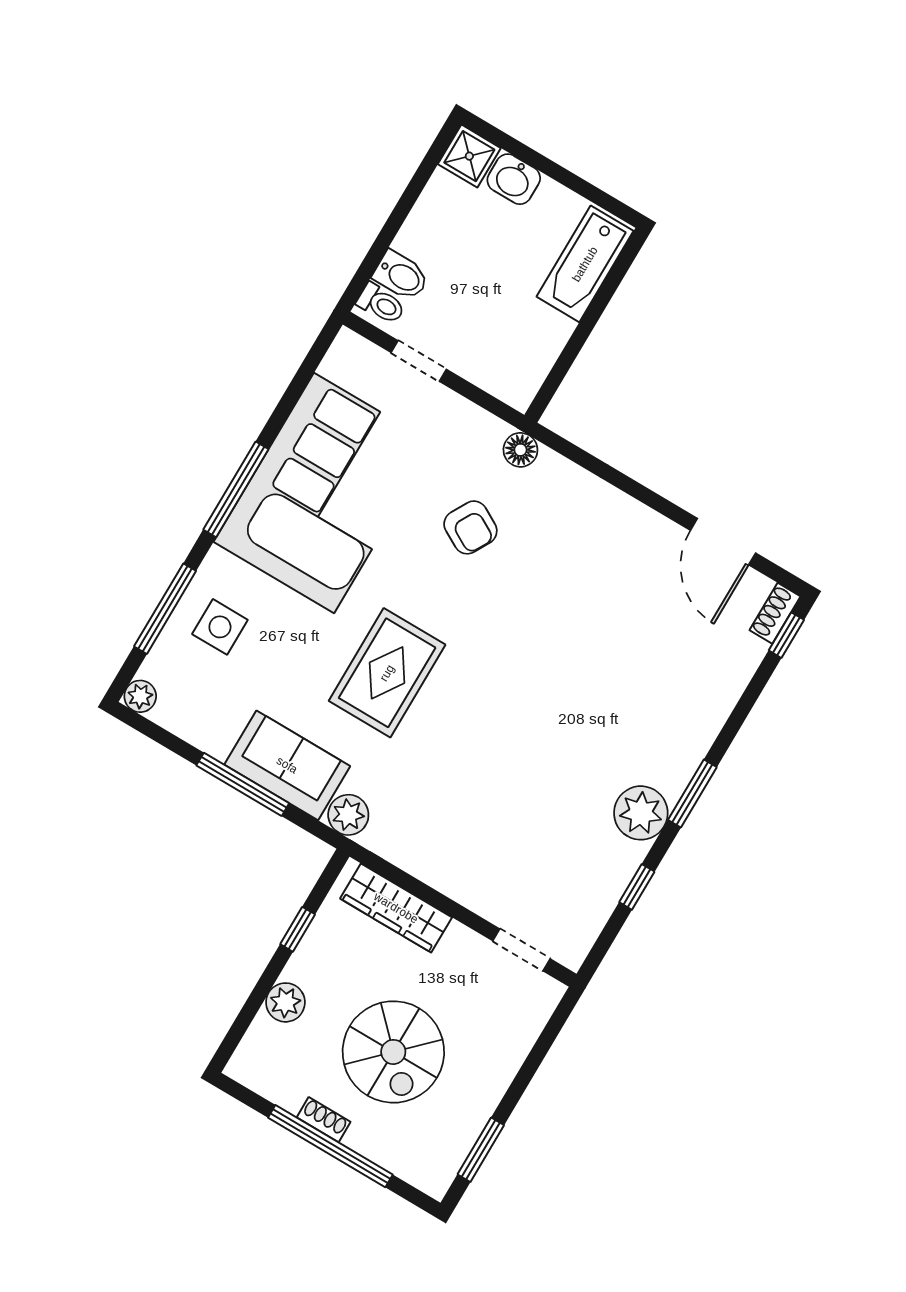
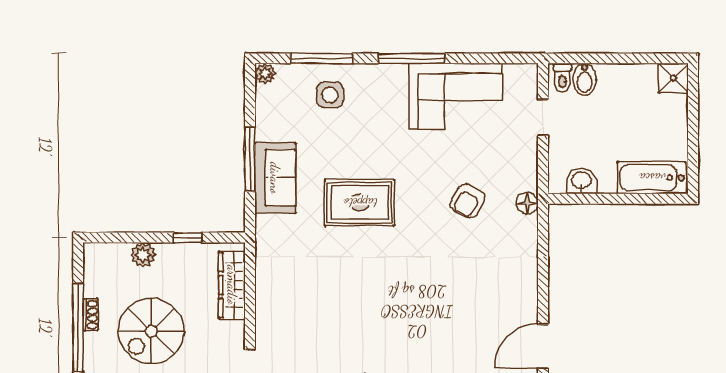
washbasin: (514, 179) -> (581, 181), moved, turned 90
corner sofa: (324, 493) -> (455, 96), width x0.73, depth x0.74
plant: (348, 815) -> (268, 228), removed

